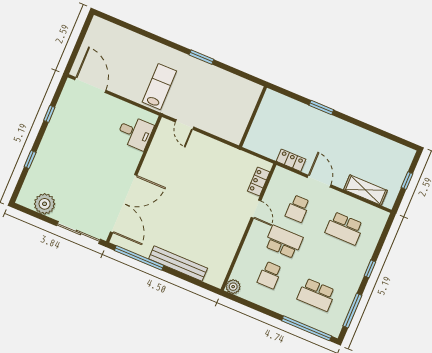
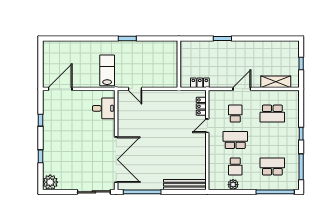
door: (90, 85) -> (60, 89), hinge flipped
locker: (291, 160) -> (200, 83), moved
door: (319, 181) -> (242, 89), hinge flipped
plant: (45, 204) -> (50, 182), moved
door: (256, 209) -> (207, 126), swing flipped
school desk: (298, 209) -> (235, 114), turned 180
bench: (178, 264) -> (185, 185), moved
plant: (233, 287) -> (233, 185), moved
school desk: (316, 295) -> (272, 166), turned 180

